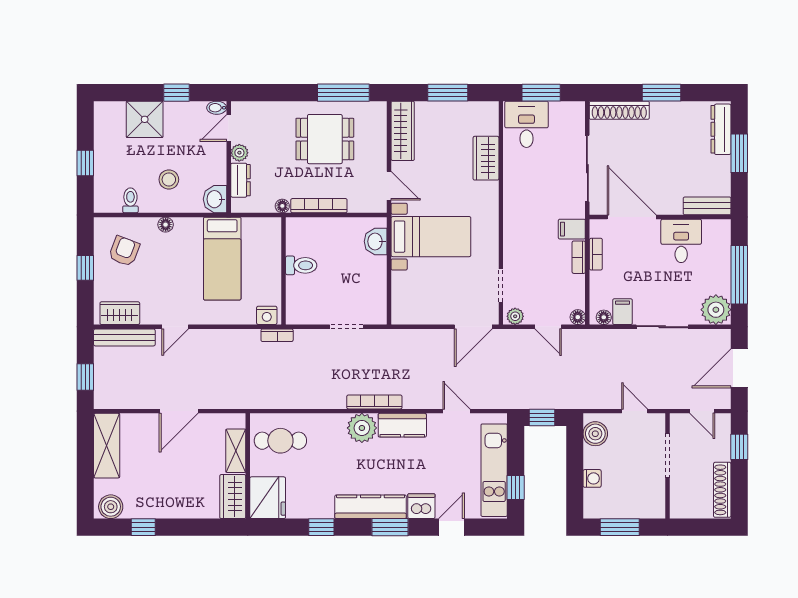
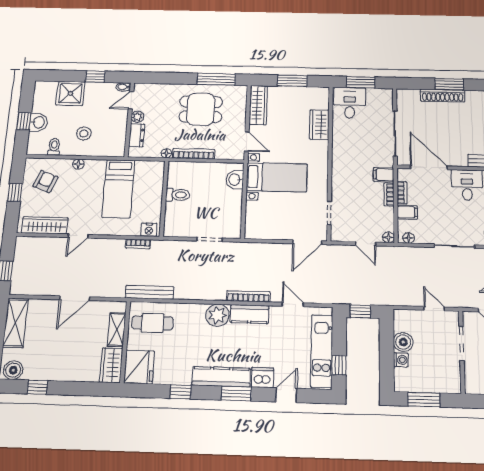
shoe rack: (619, 110) -> (443, 96), moved
washbasin: (215, 199) -> (38, 122), moved, turned 180
filing cabinet: (623, 312) -> (407, 212), moved, turned 90
wardrobe: (120, 313) -> (45, 225), width x1.50
plant: (515, 316) -> (340, 235), removed
bookcase: (277, 335) -> (138, 244), moved
bench: (124, 337) -> (149, 292), moved
bookcase: (374, 402) -> (248, 296), moved
boiler: (595, 434) -> (403, 342), moved

